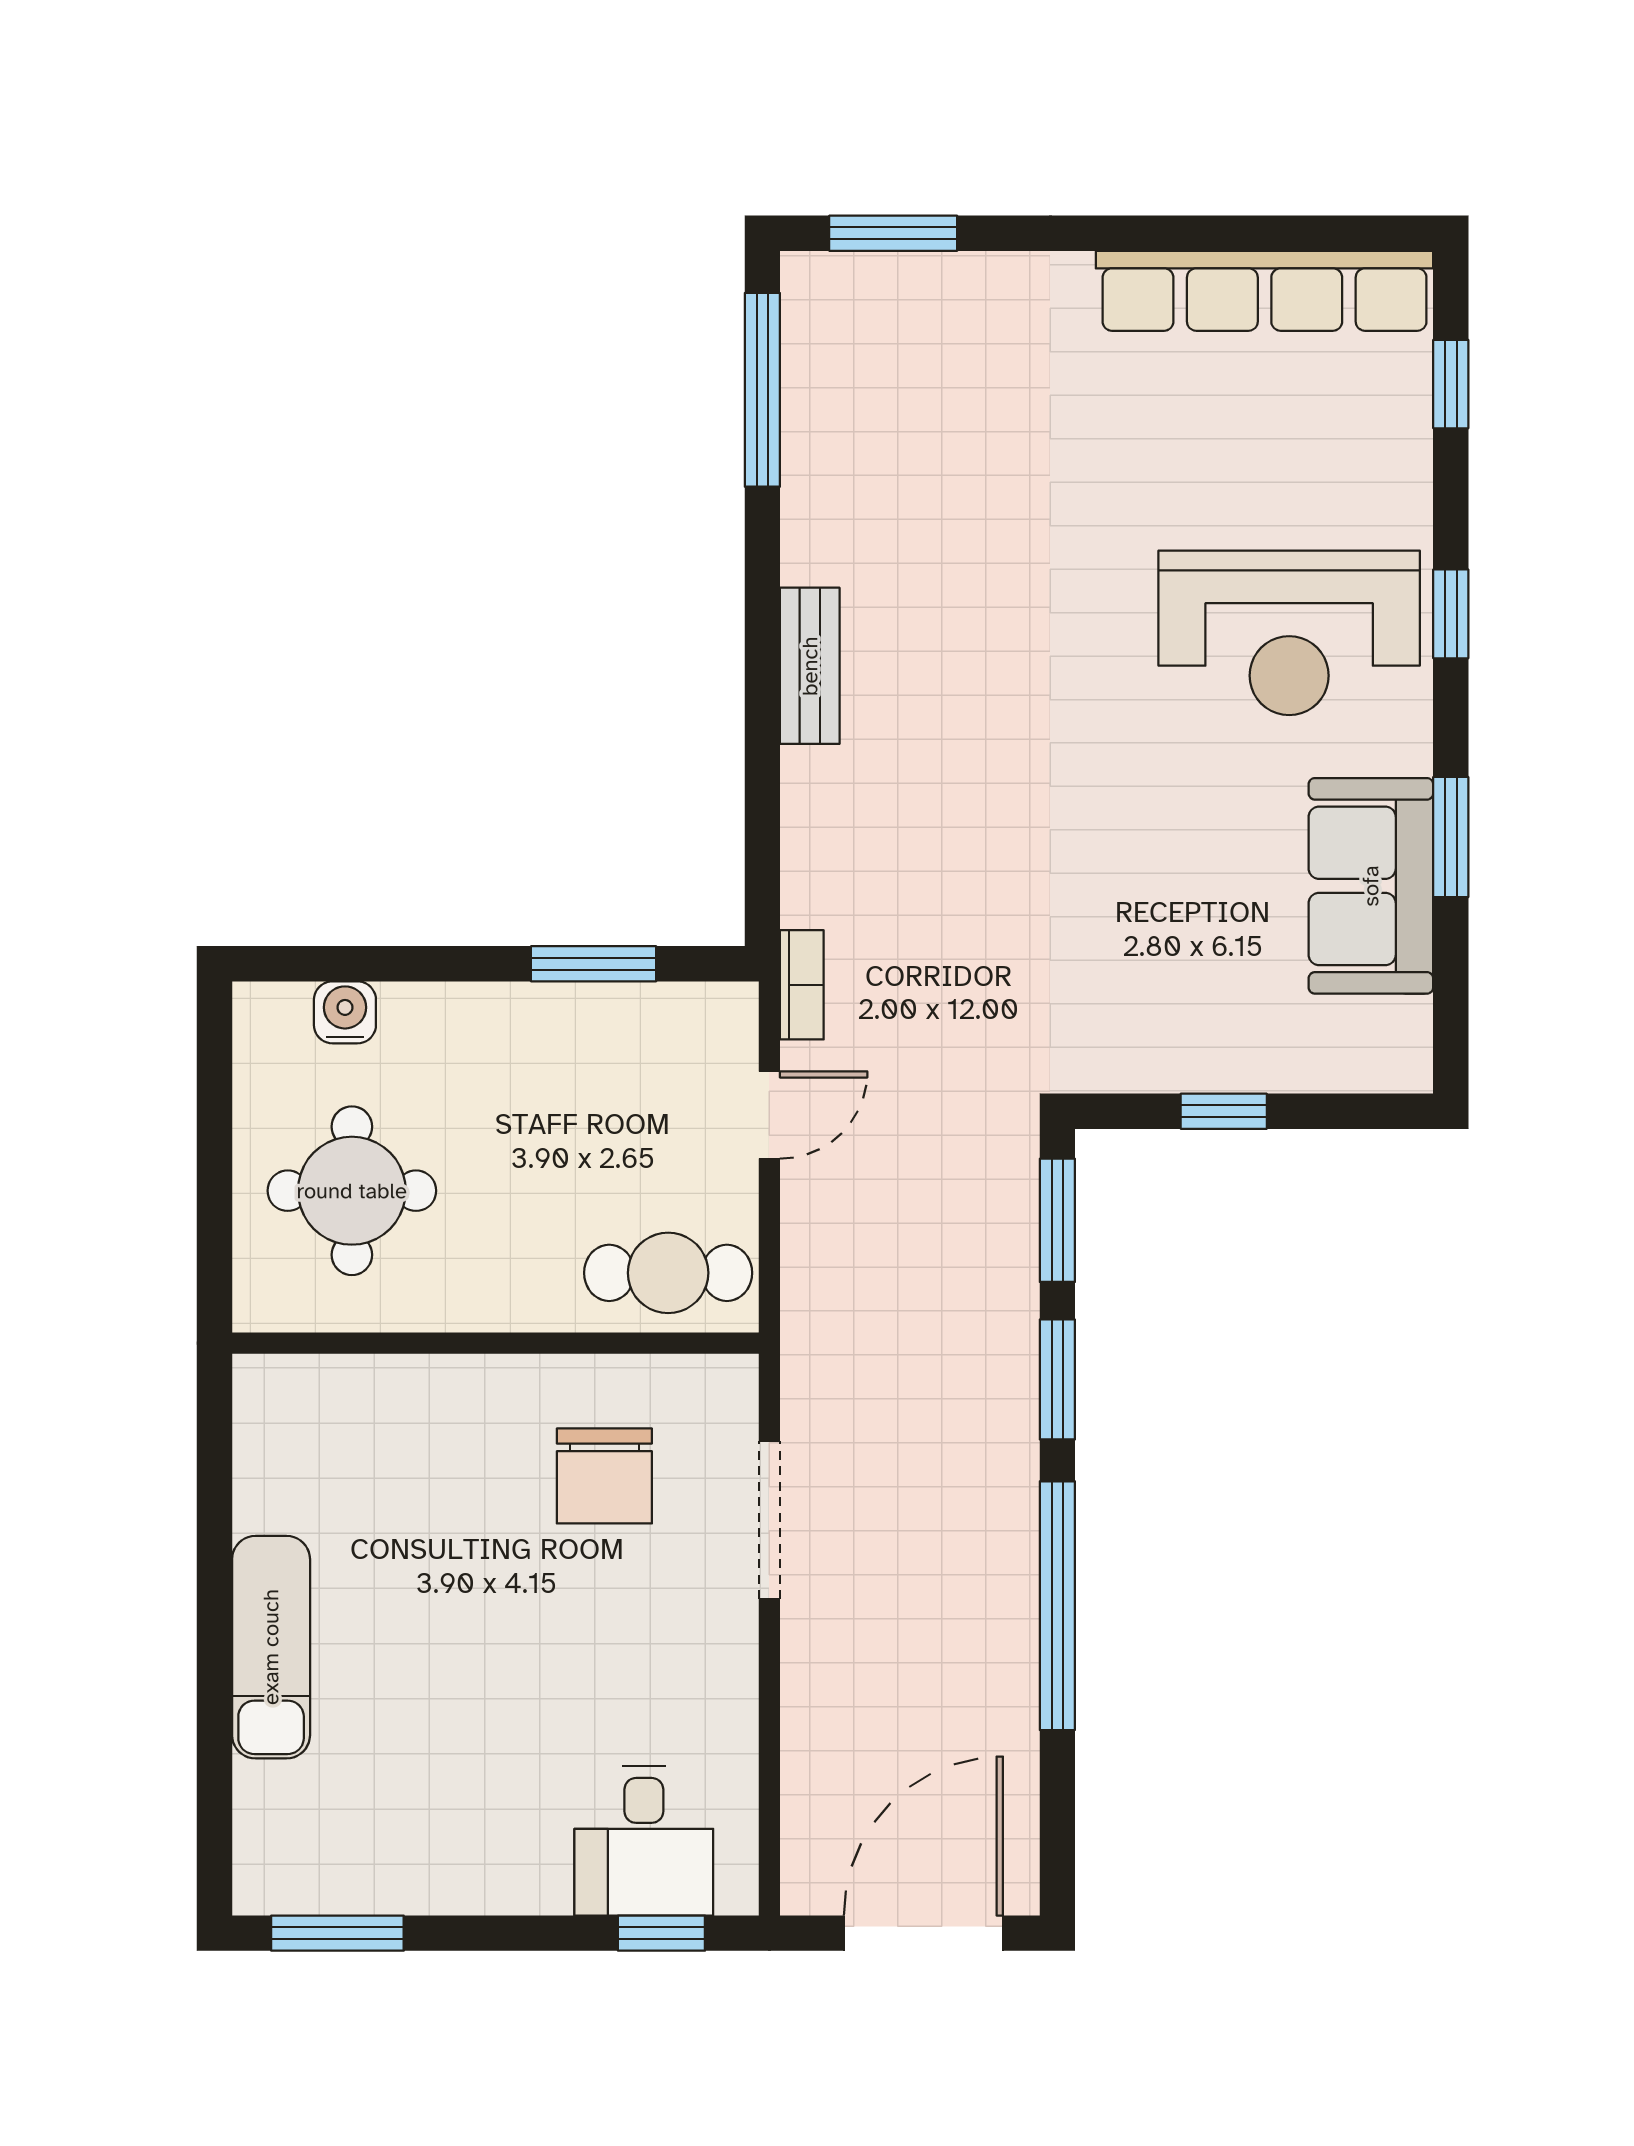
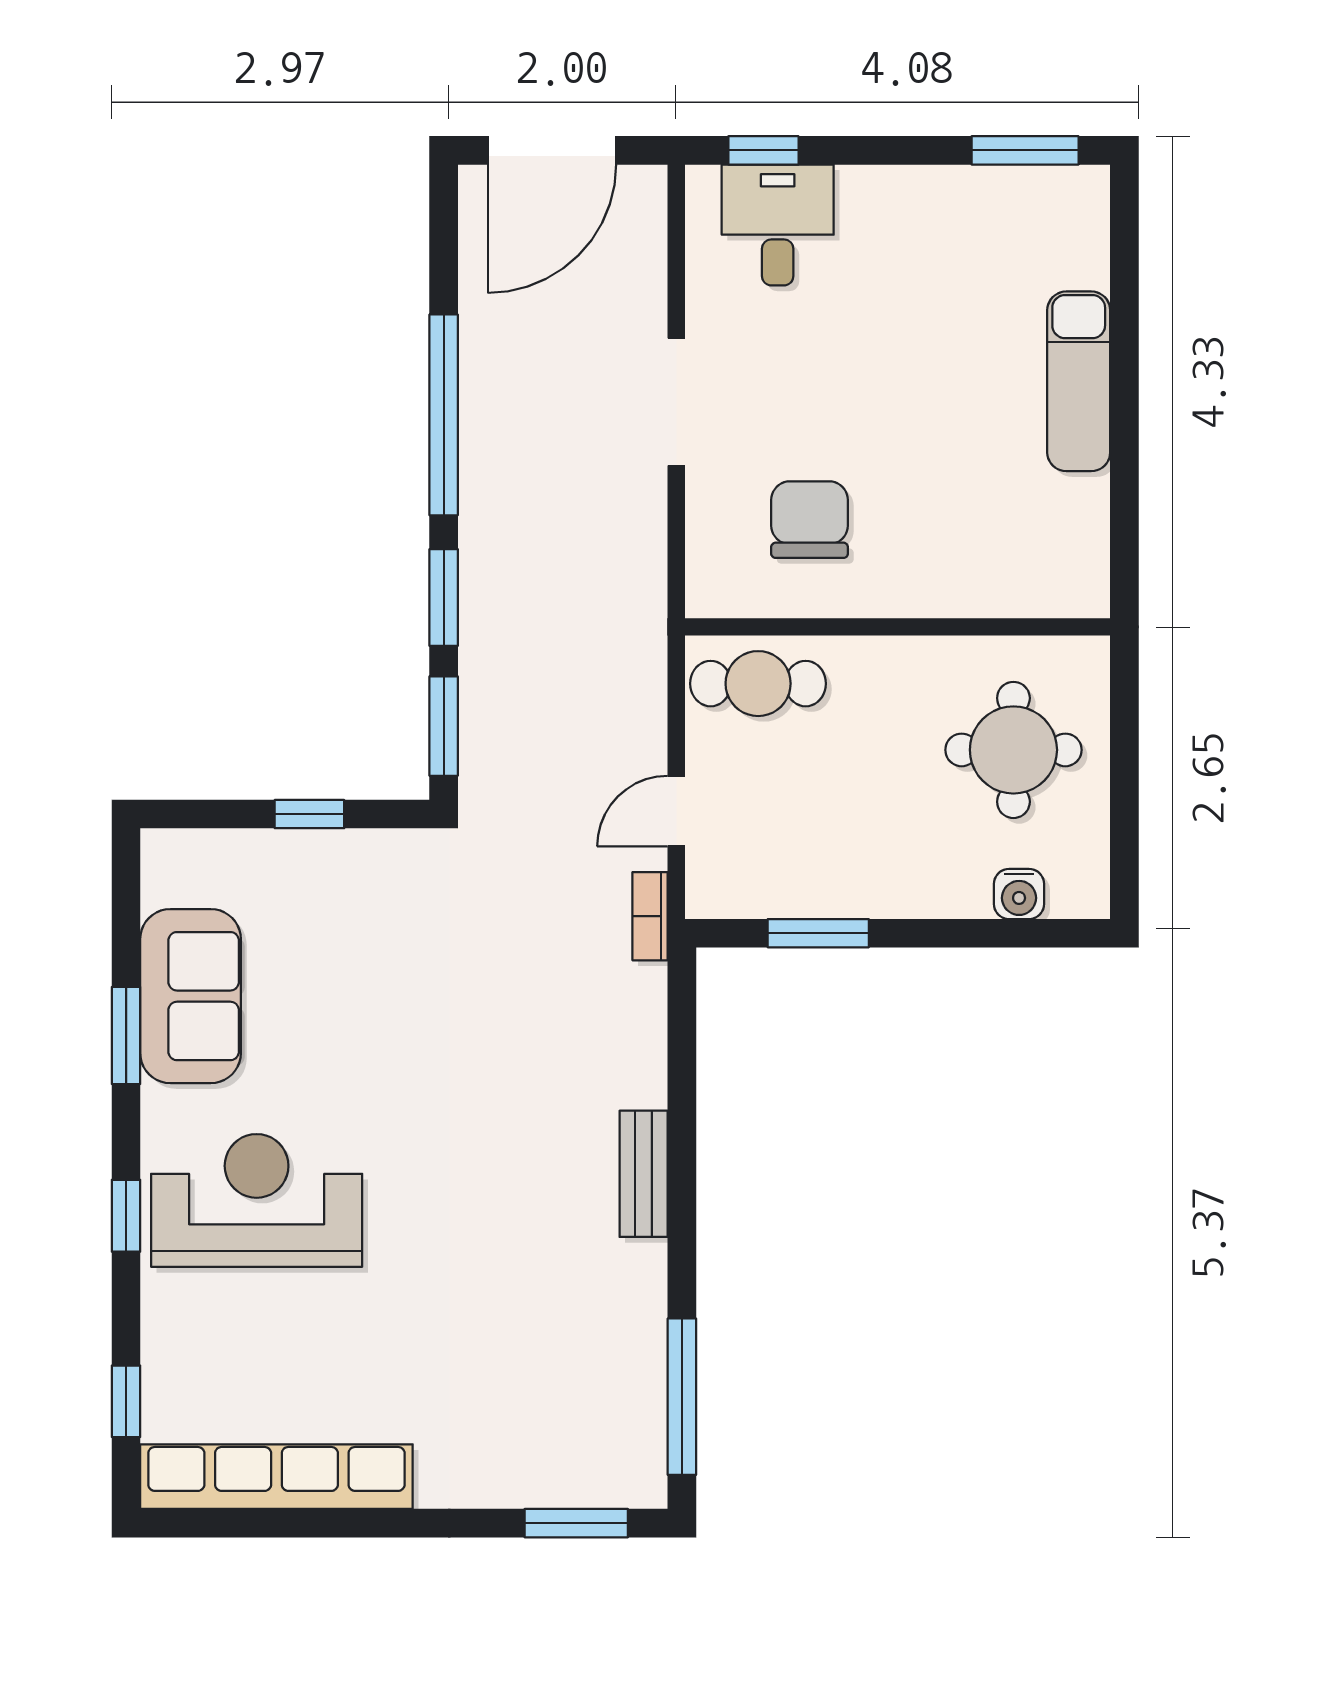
doorway: (769, 1520) -> (676, 402), moved

